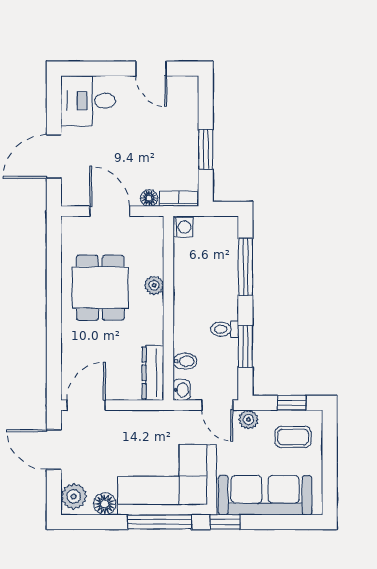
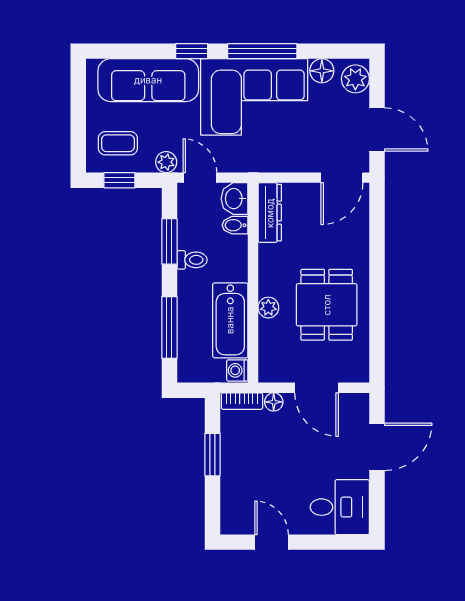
bathtub: (189, 273) -> (230, 320), added
washbasin: (182, 390) -> (235, 199), width x1.38, depth x1.45

